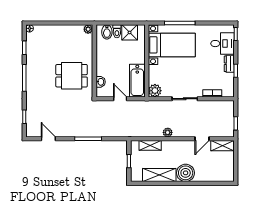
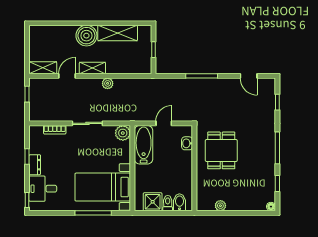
plant: (88, 29) -> (220, 206), moved
dining table: (72, 76) -> (221, 150), turned 90
door: (120, 99) -> (164, 123), swing flipped
shelving: (150, 145) -> (92, 68), moved

